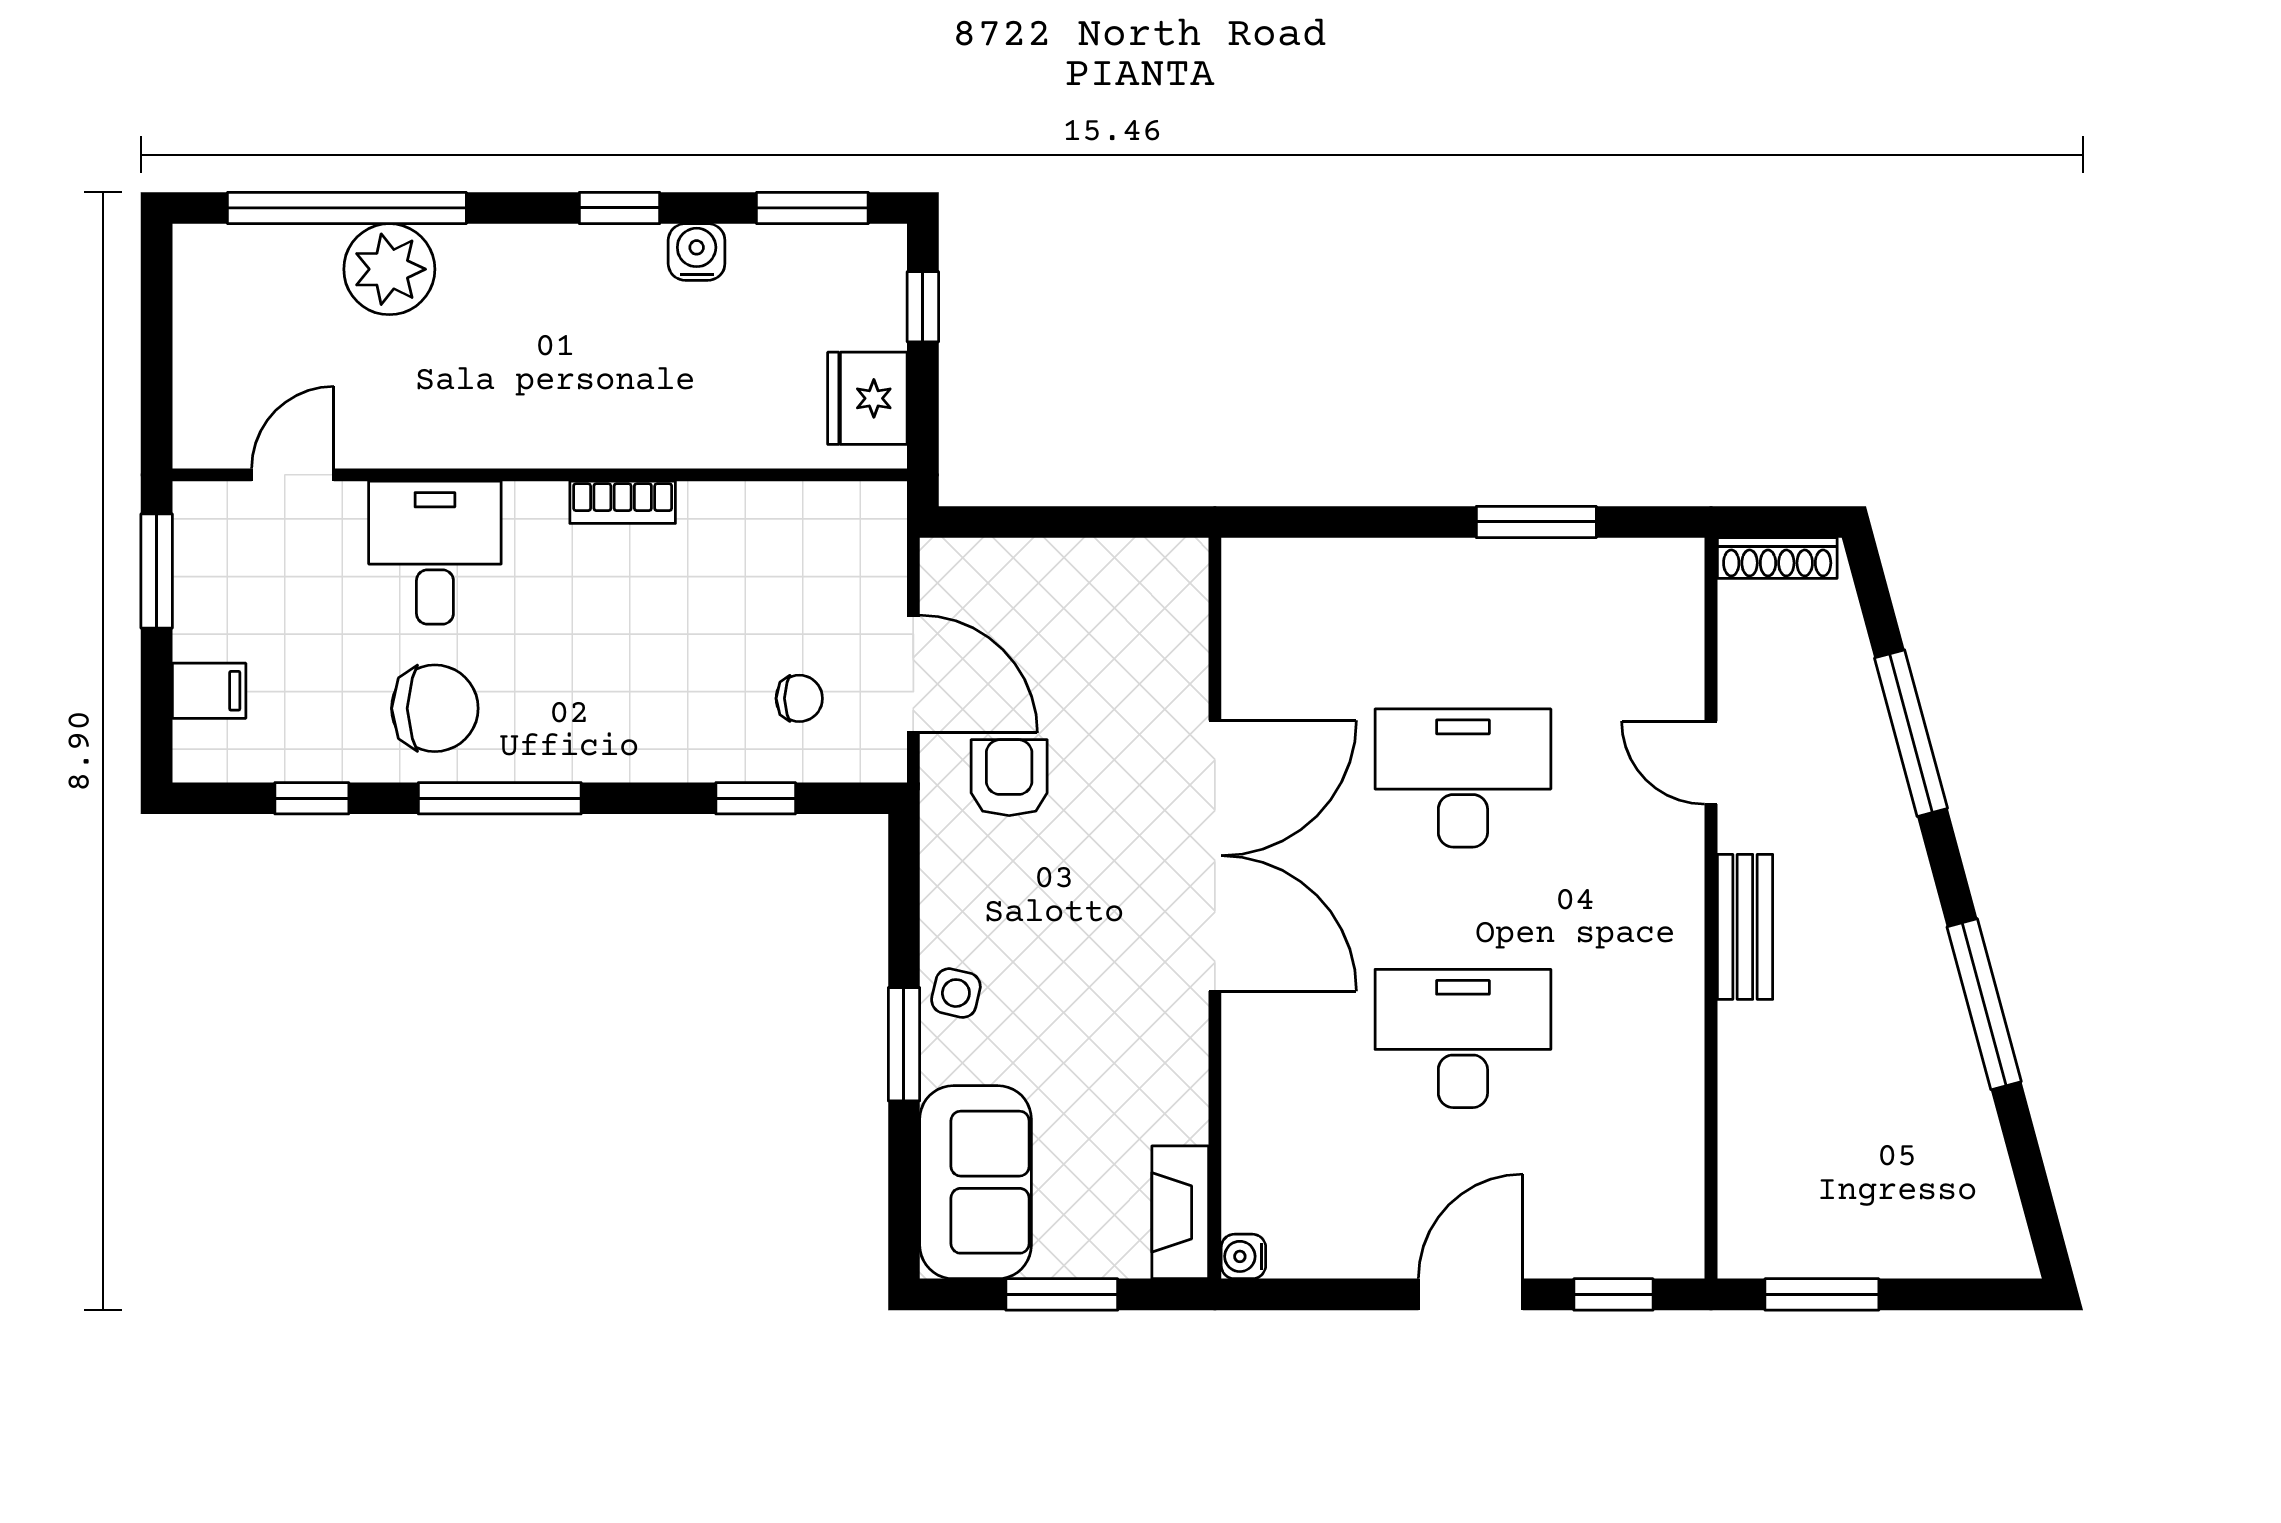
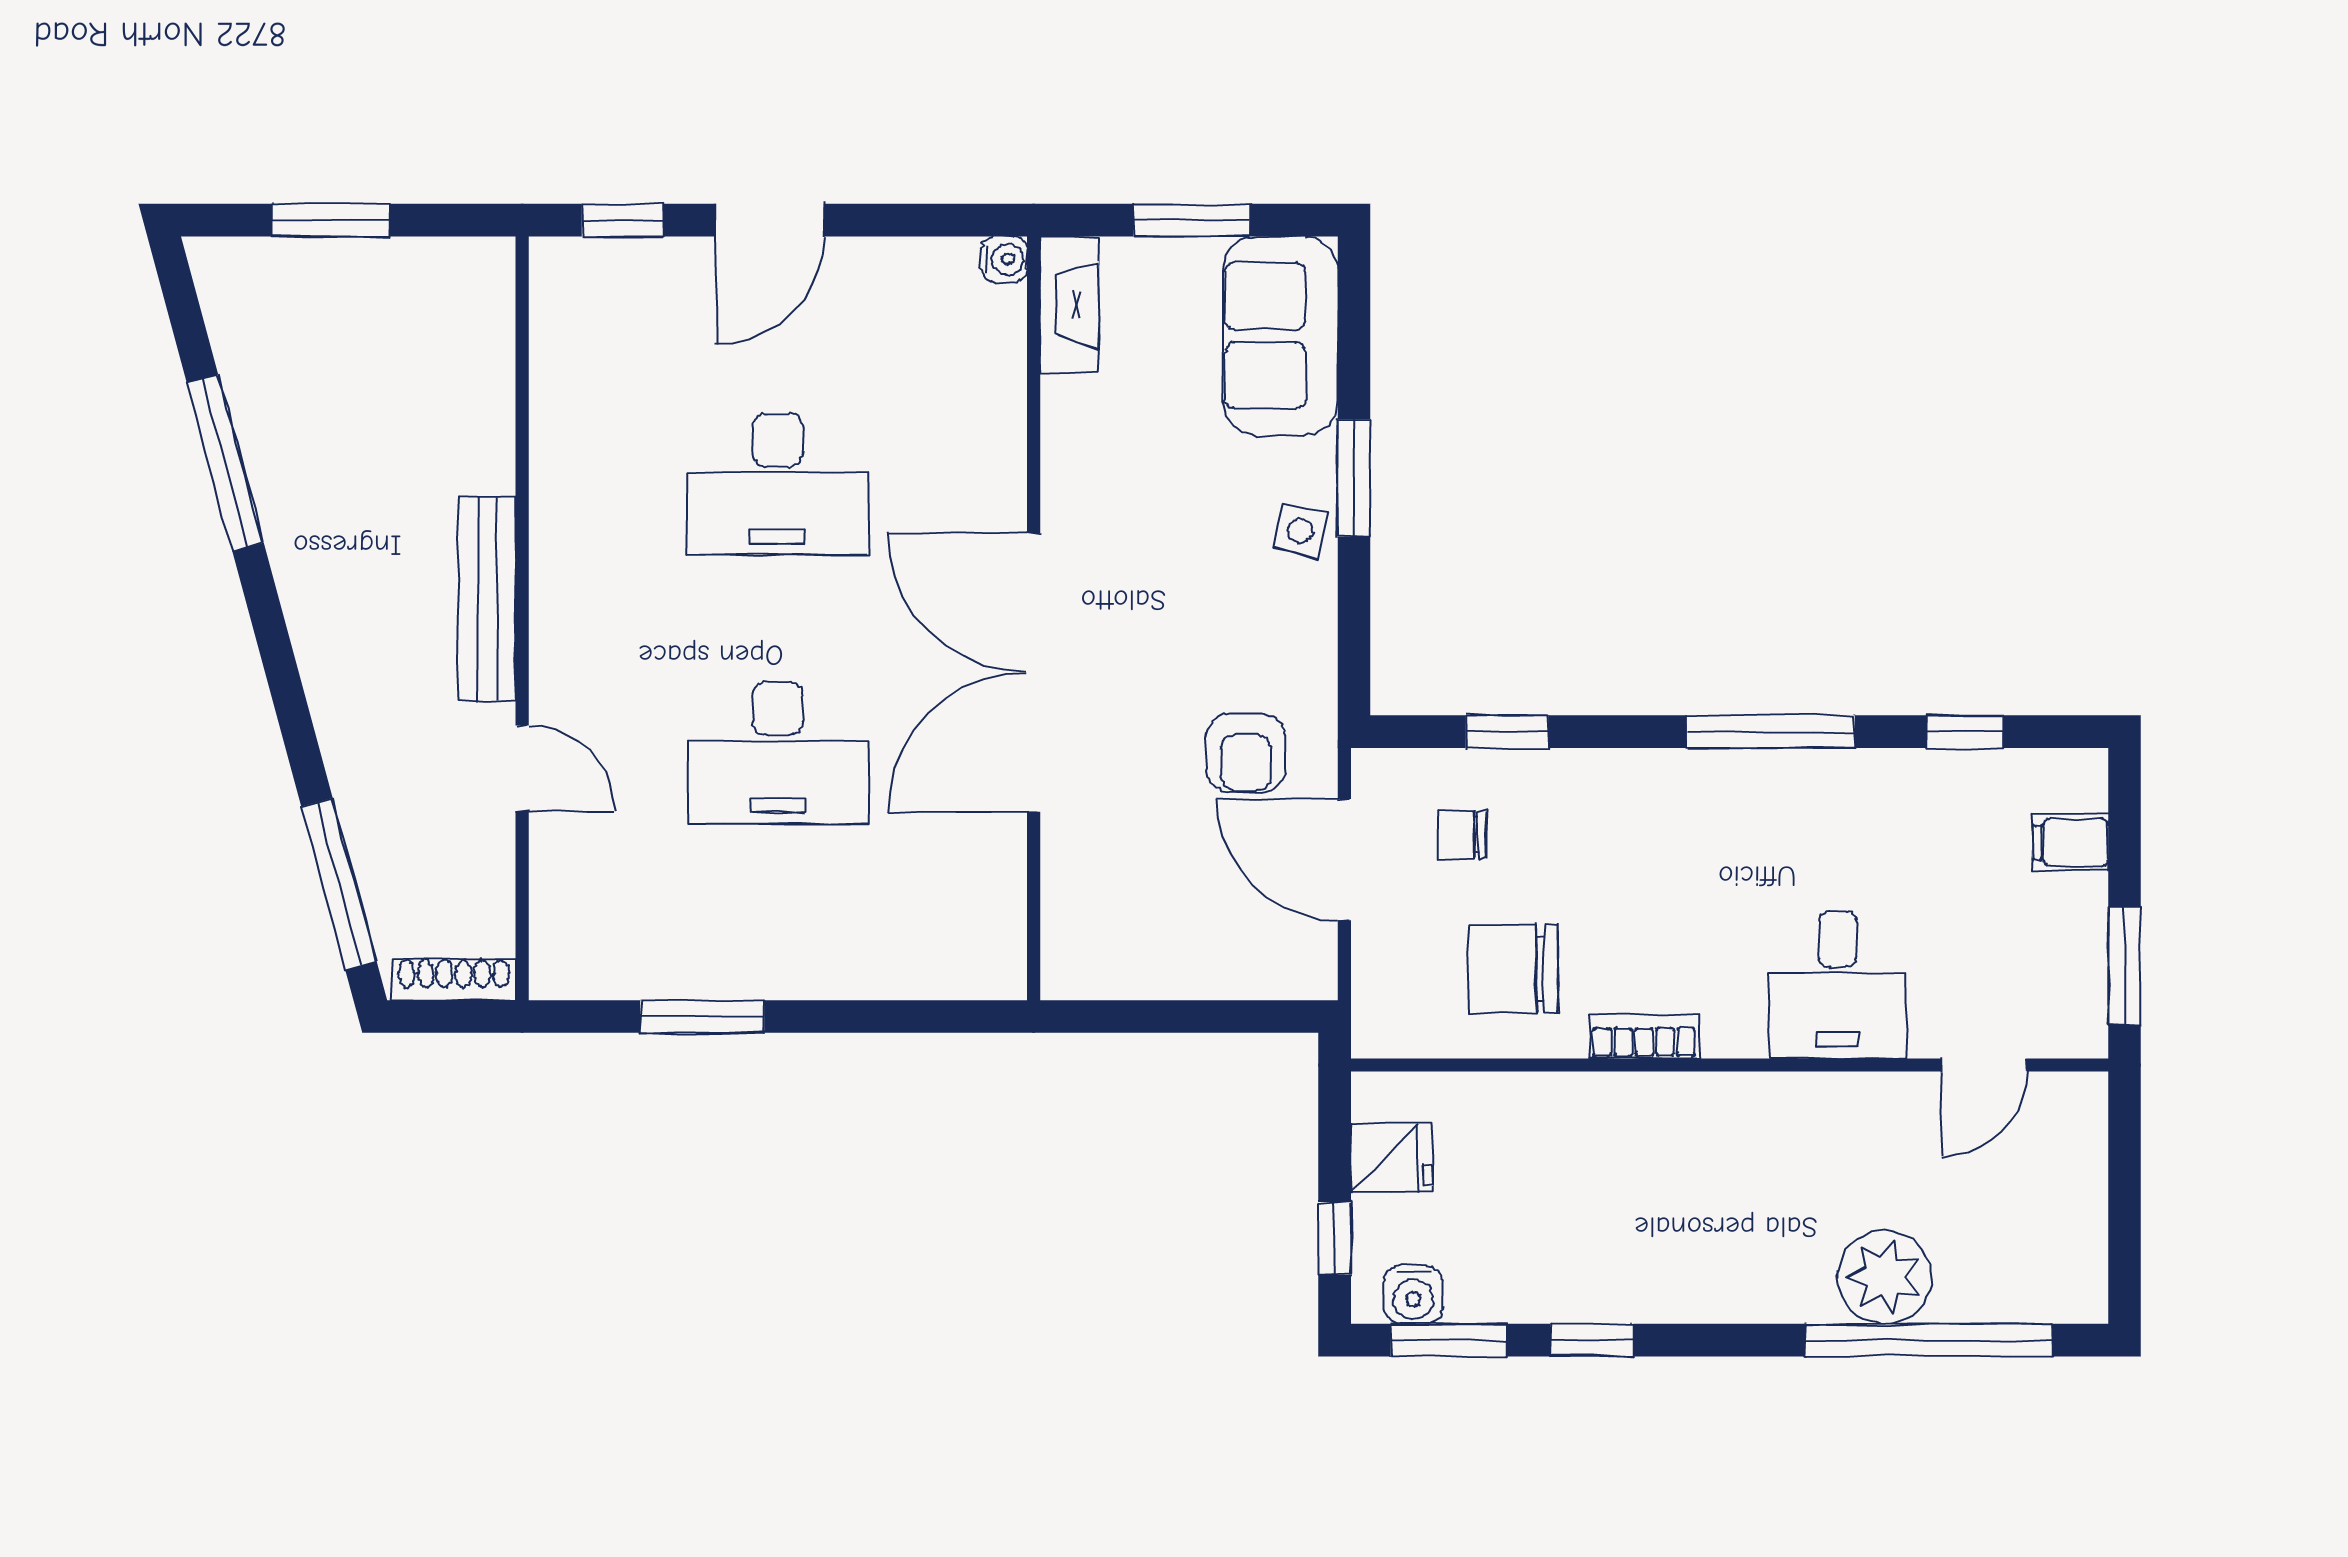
window: (620, 208) -> (1592, 1340), moved
water cooler: (697, 252) -> (1413, 1295), moved
fridge: (867, 398) -> (1392, 1157), width x0.72
chair: (435, 708) -> (1513, 969), moved
window: (1911, 733) -> (339, 884), moved
bench: (1745, 927) -> (487, 599), width x1.36
window: (1984, 1004) -> (225, 463), moved
window: (1822, 1294) -> (331, 220), moved

